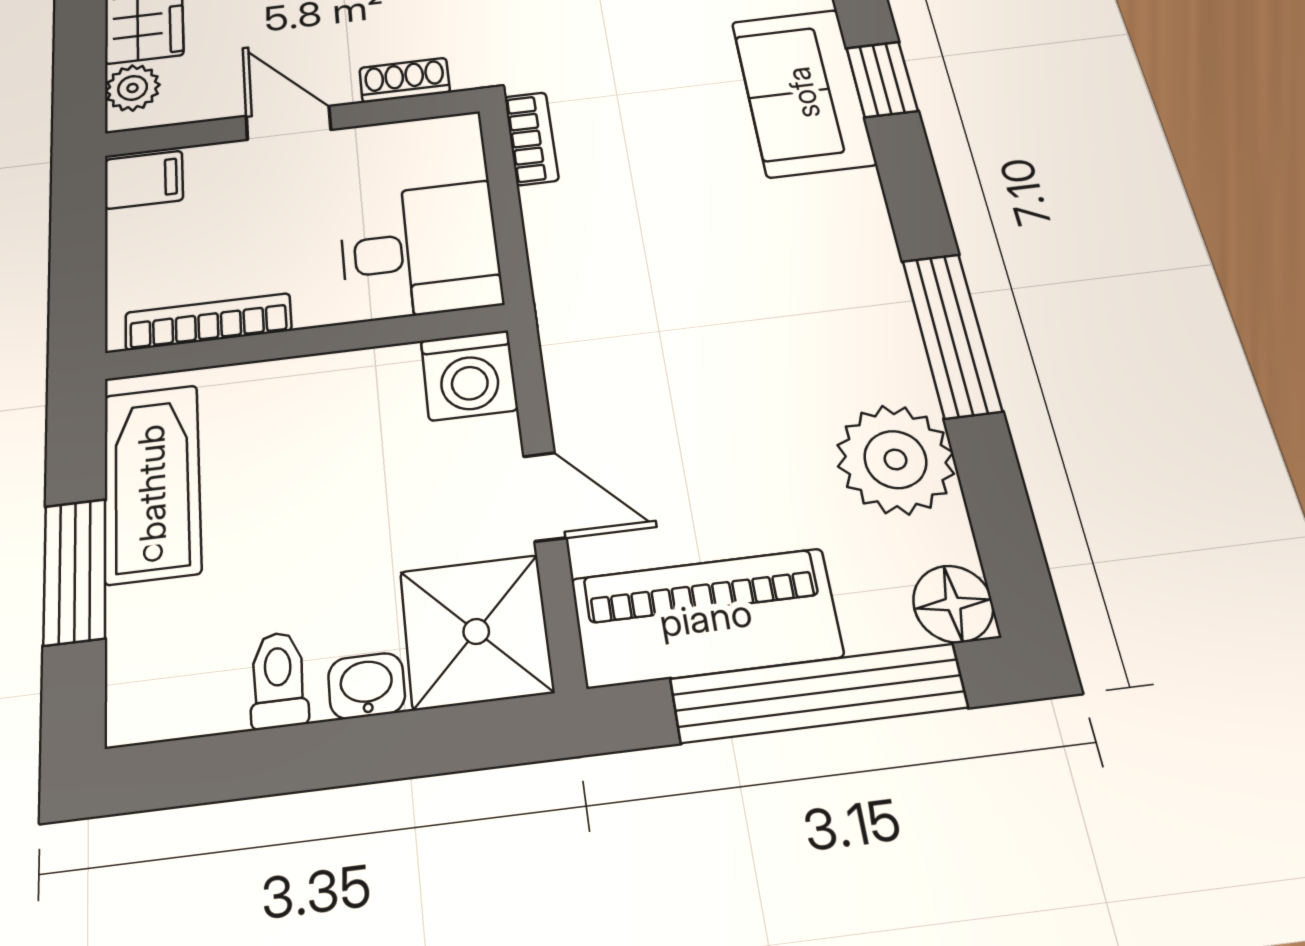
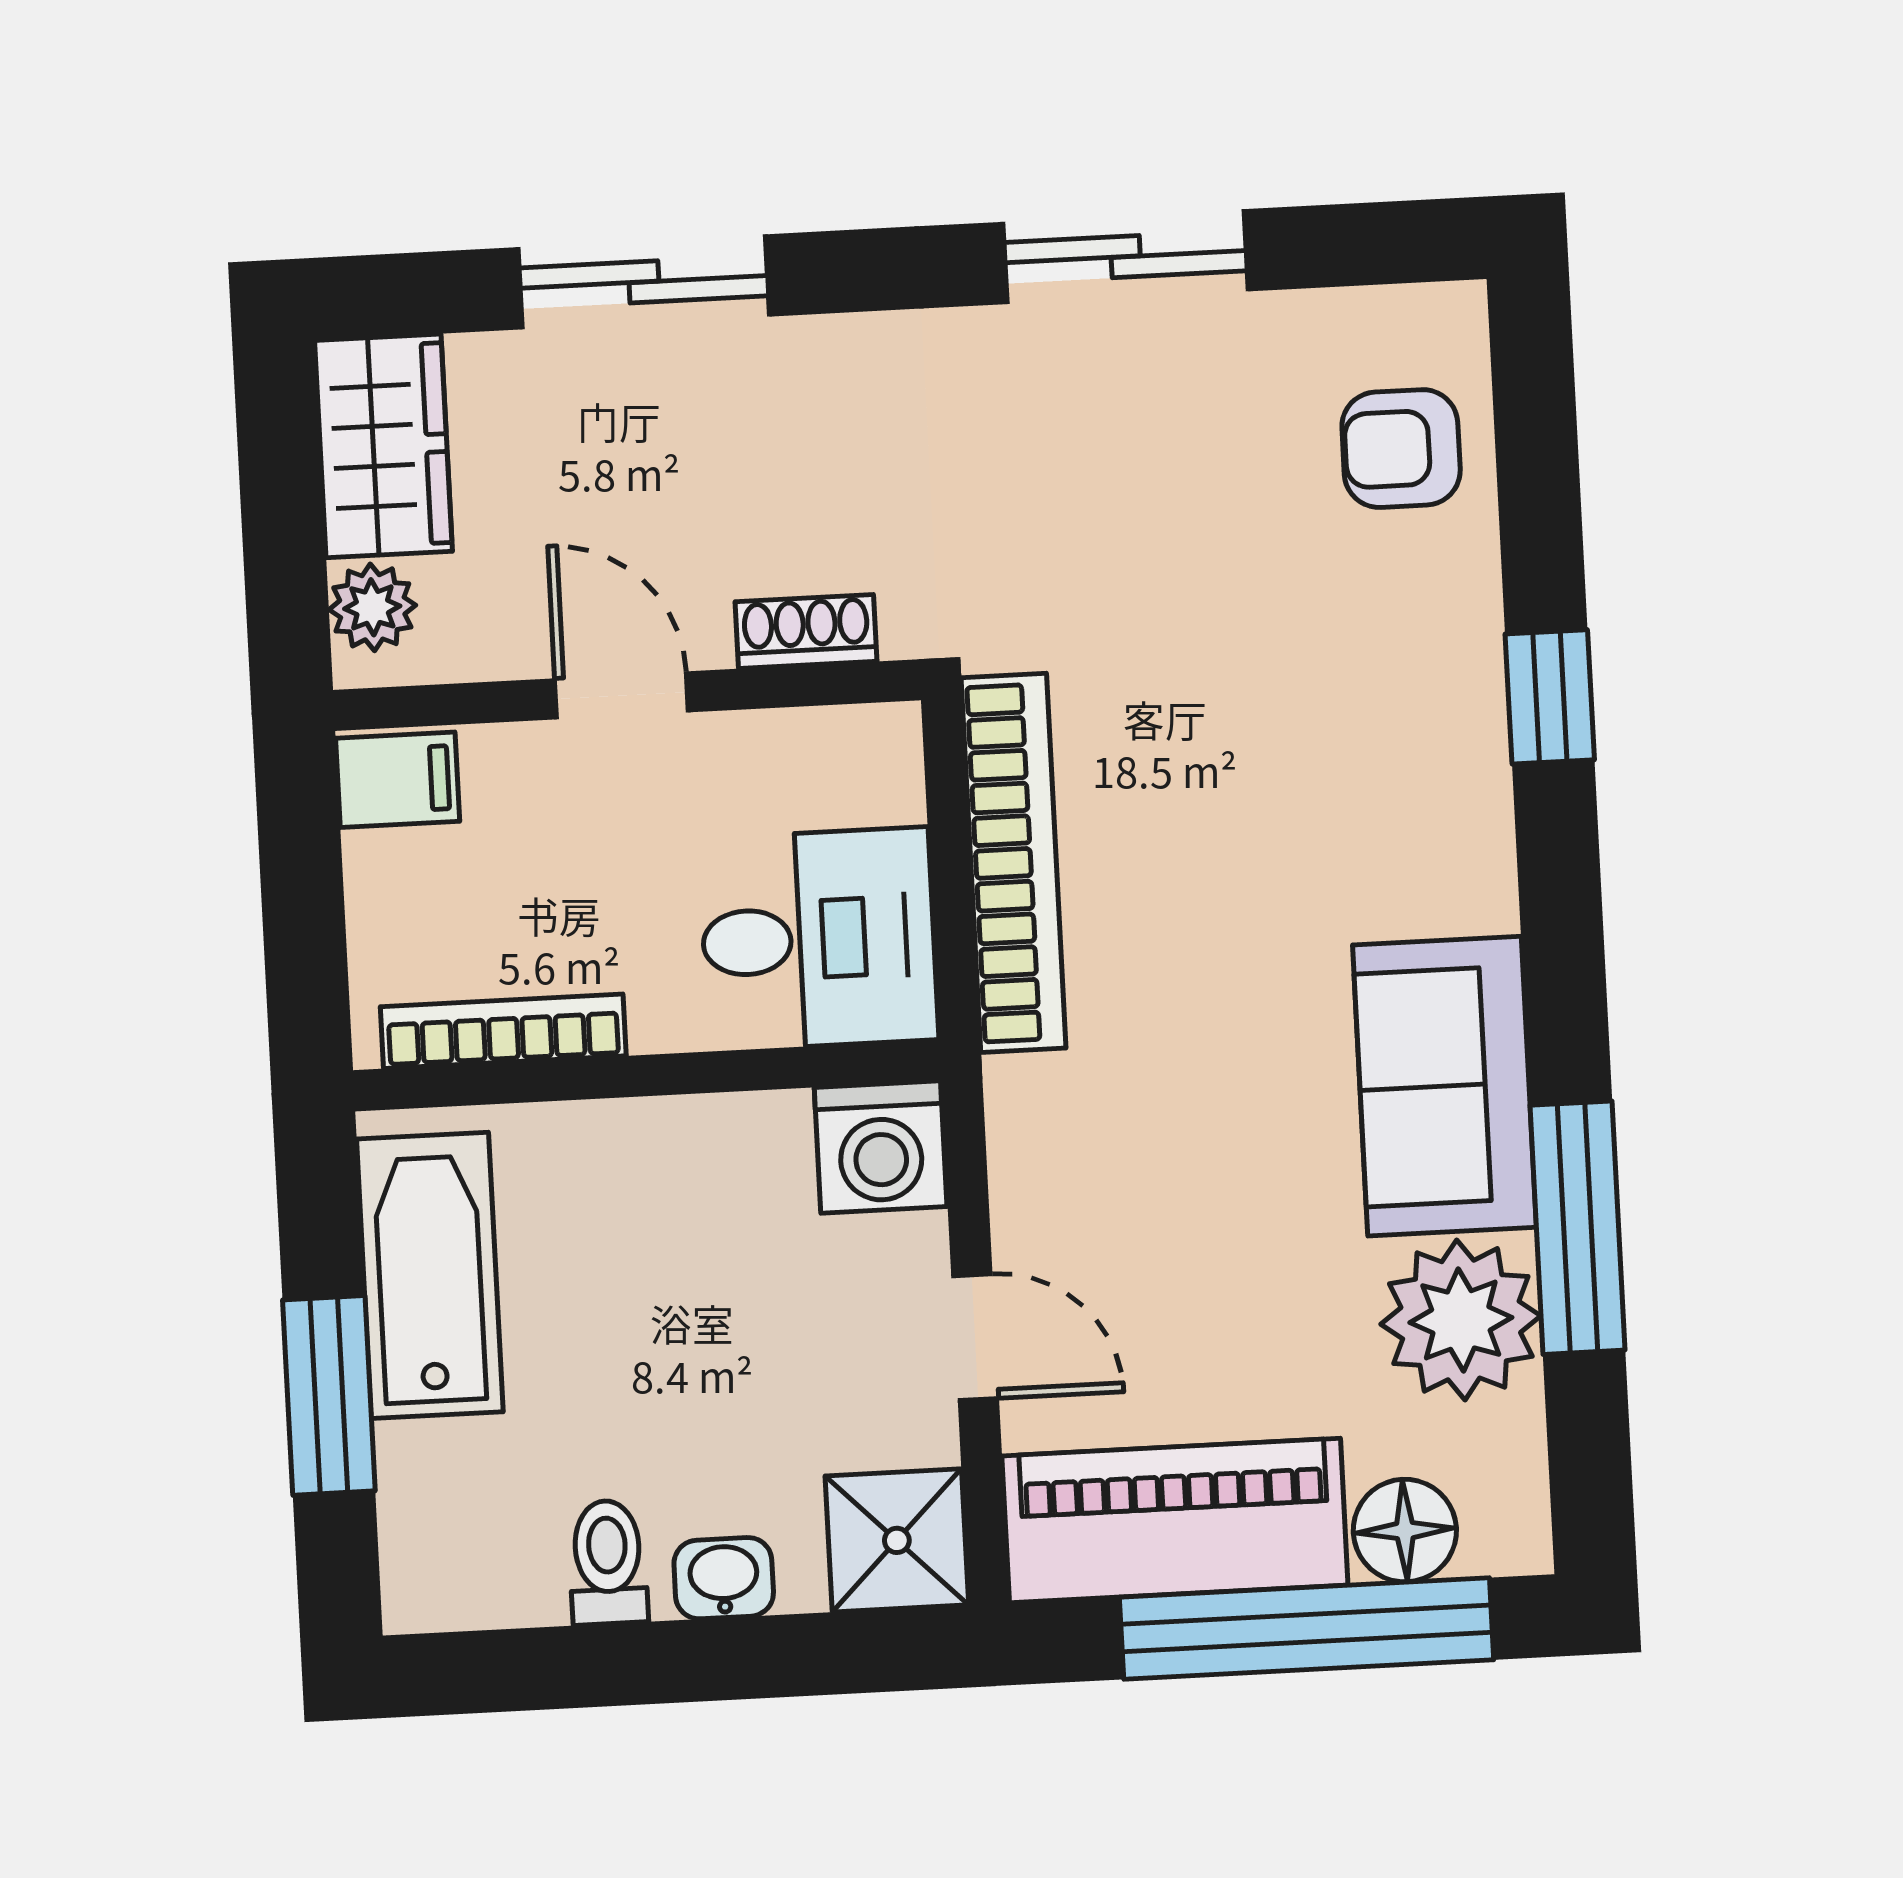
sofa: (803, 92) -> (1444, 1086), moved
bookcase: (531, 138) -> (1014, 863), width x2.31, depth x1.31
window: (952, 335) -> (1578, 1228), moved
floor lamp: (953, 604) -> (1405, 1531), moved
shower: (476, 631) -> (897, 1540), width x0.73, depth x0.73

